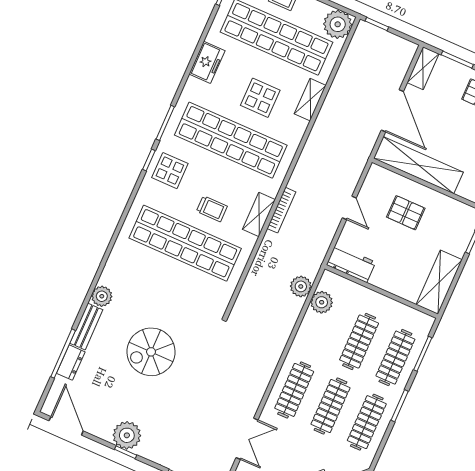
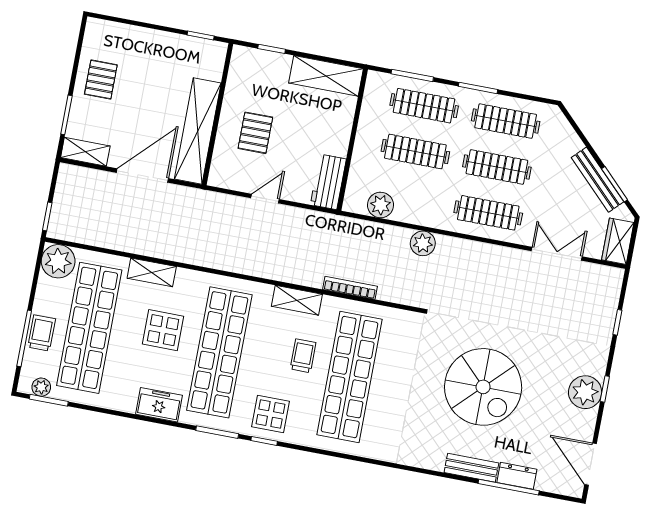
freezer: (207, 62) -> (159, 405), moved
bookcase: (281, 210) -> (350, 288), moved
plant: (301, 286) -> (423, 243), moved
plant: (102, 296) -> (433, 458), removed
spiral stairs: (151, 352) -> (483, 387), width x1.37, depth x1.37
door: (66, 426) -> (591, 464), hinge flipped

